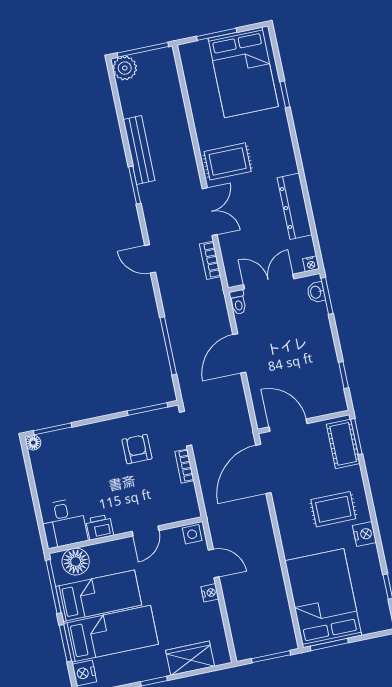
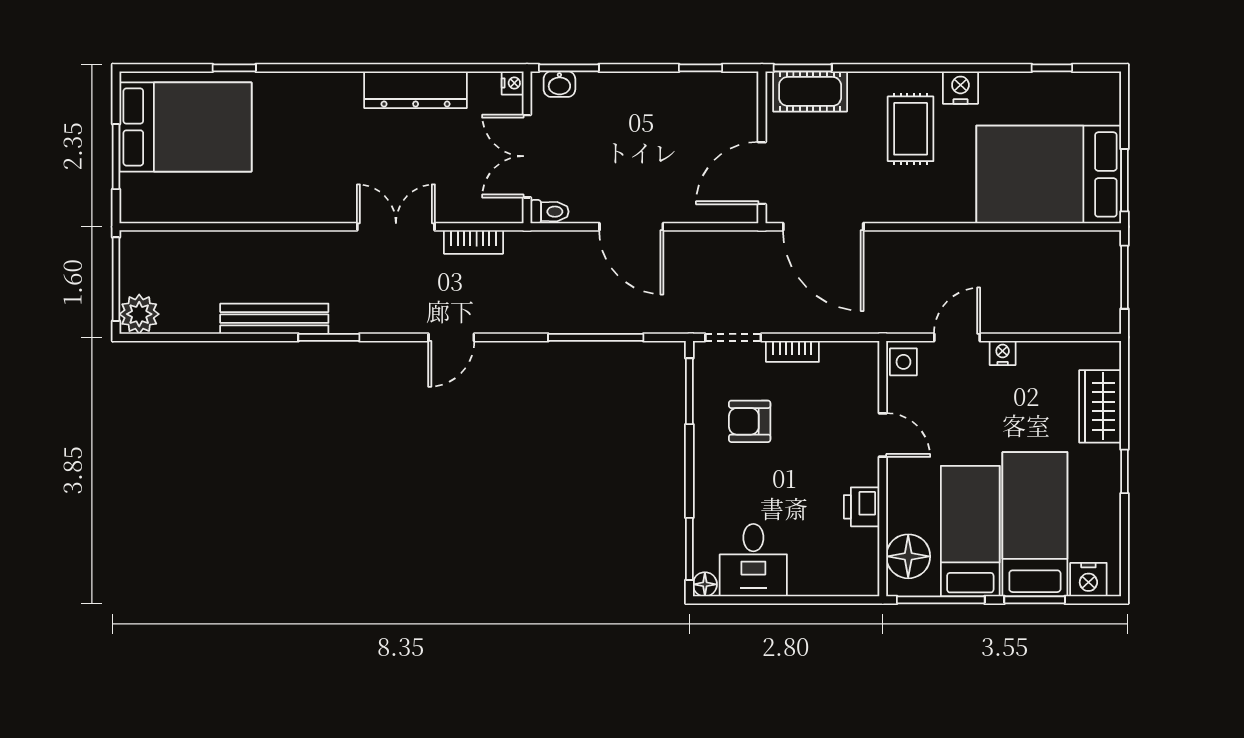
rug: (228, 161) -> (322, 182), removed
desk: (64, 523) -> (753, 560), moved, turned 90

